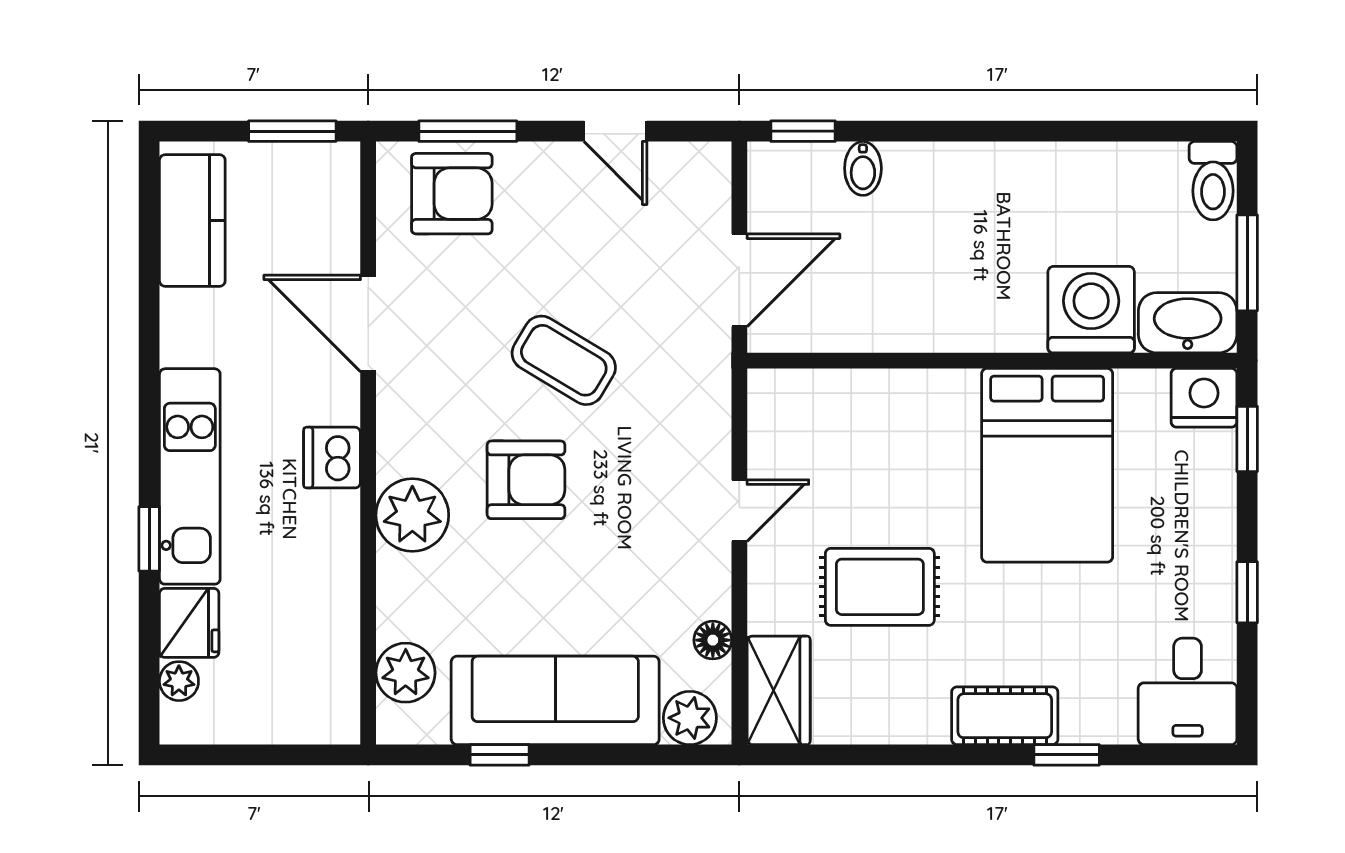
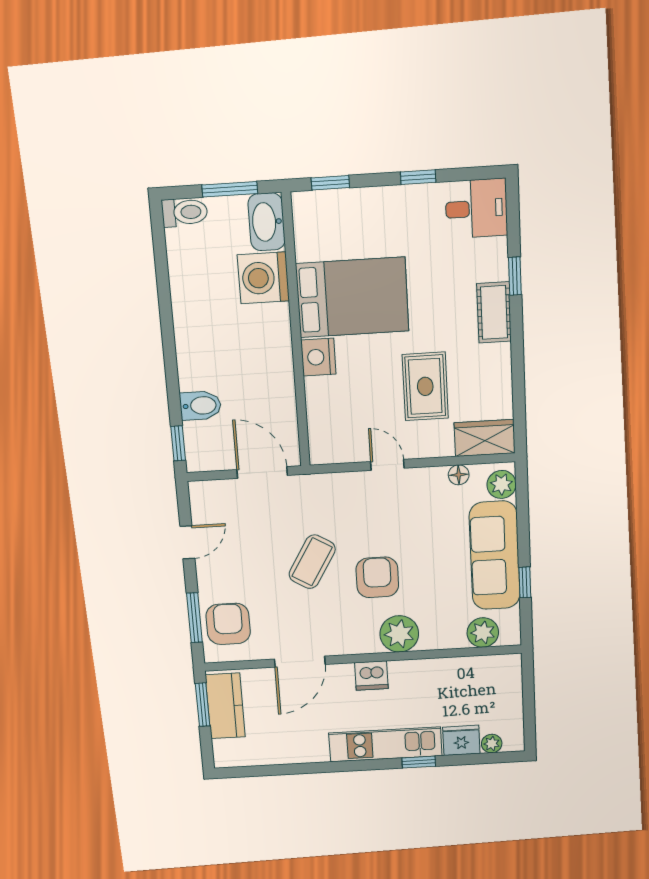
bidet: (863, 168) -> (200, 406), width x1.38, depth x1.36
kitchen counter: (192, 220) -> (225, 706), moved, turned 90
nightstand: (1204, 398) -> (318, 357), moved

